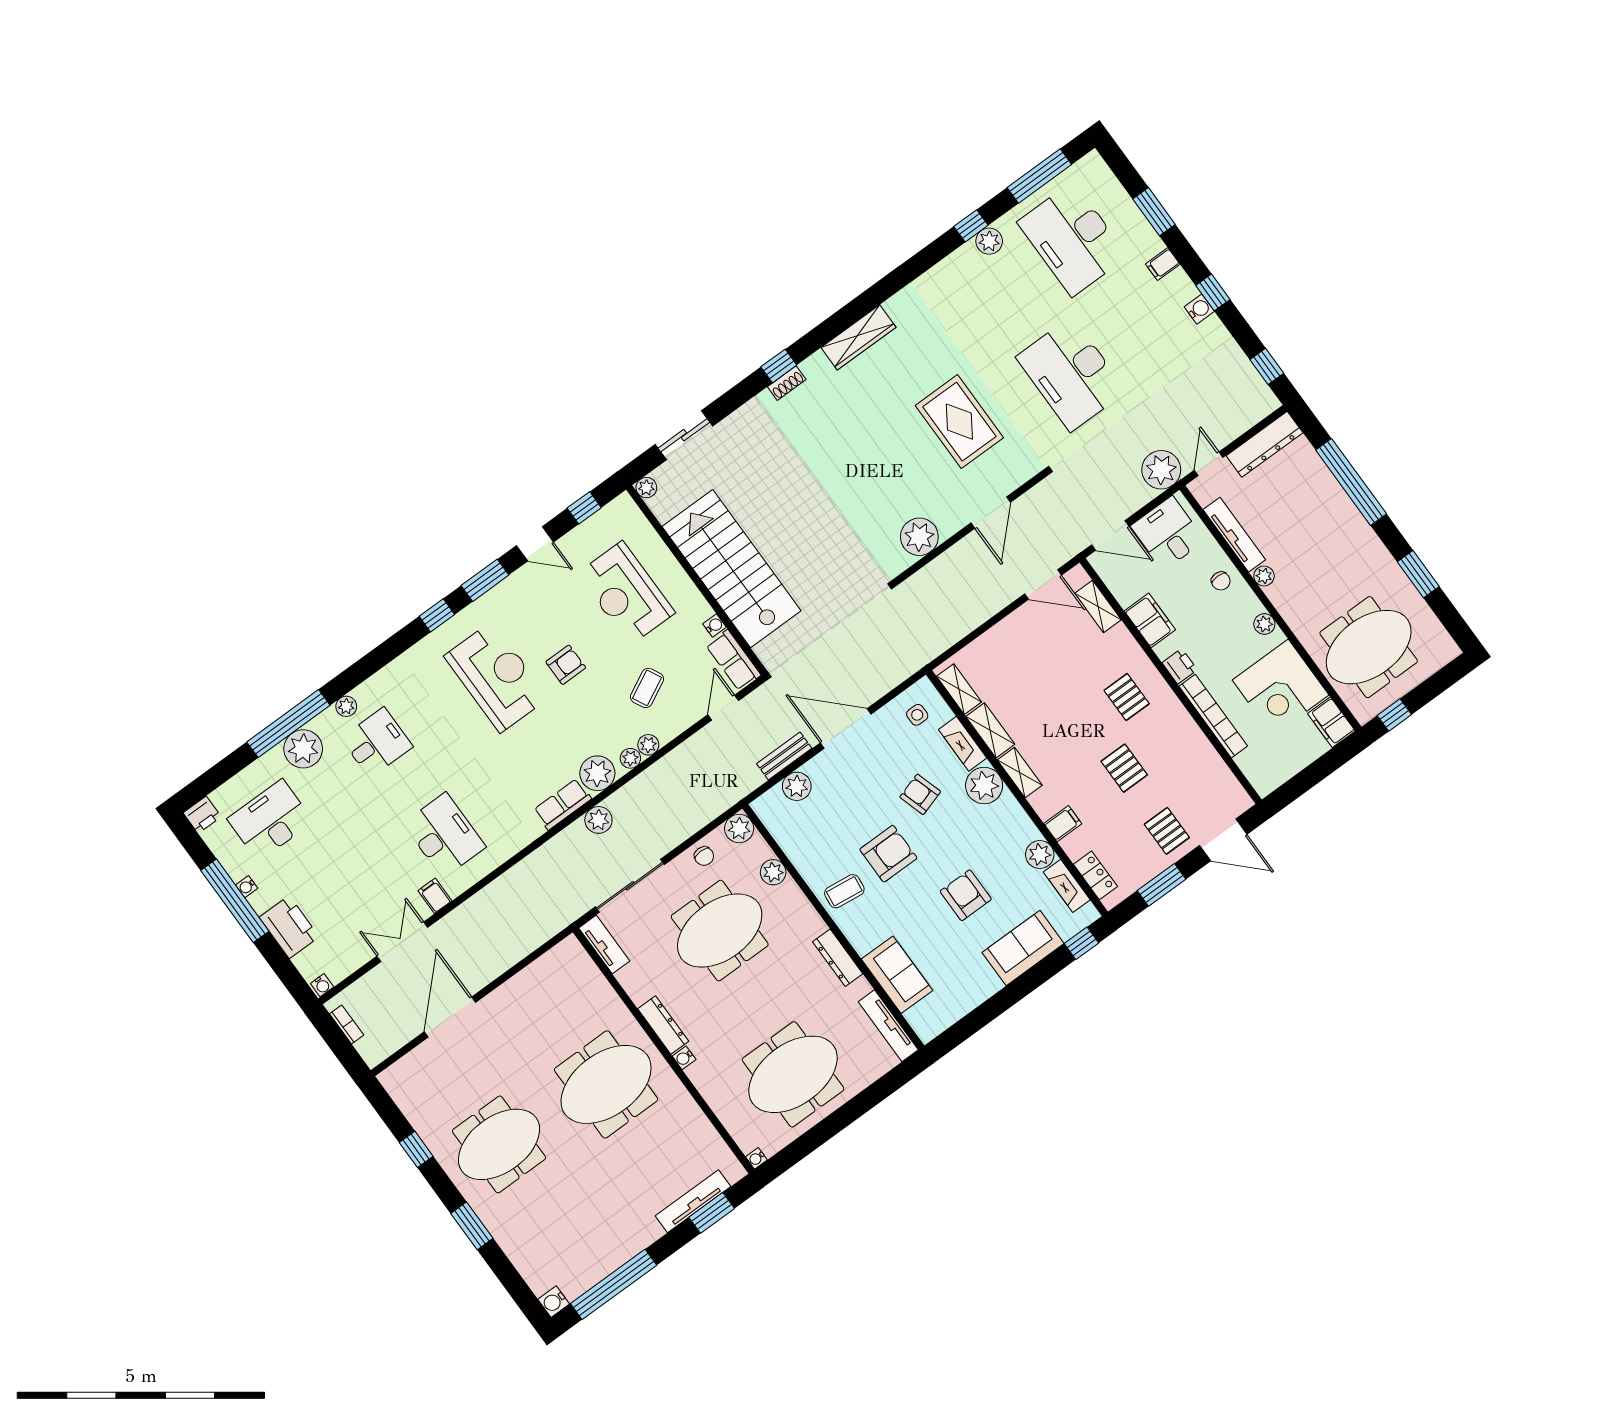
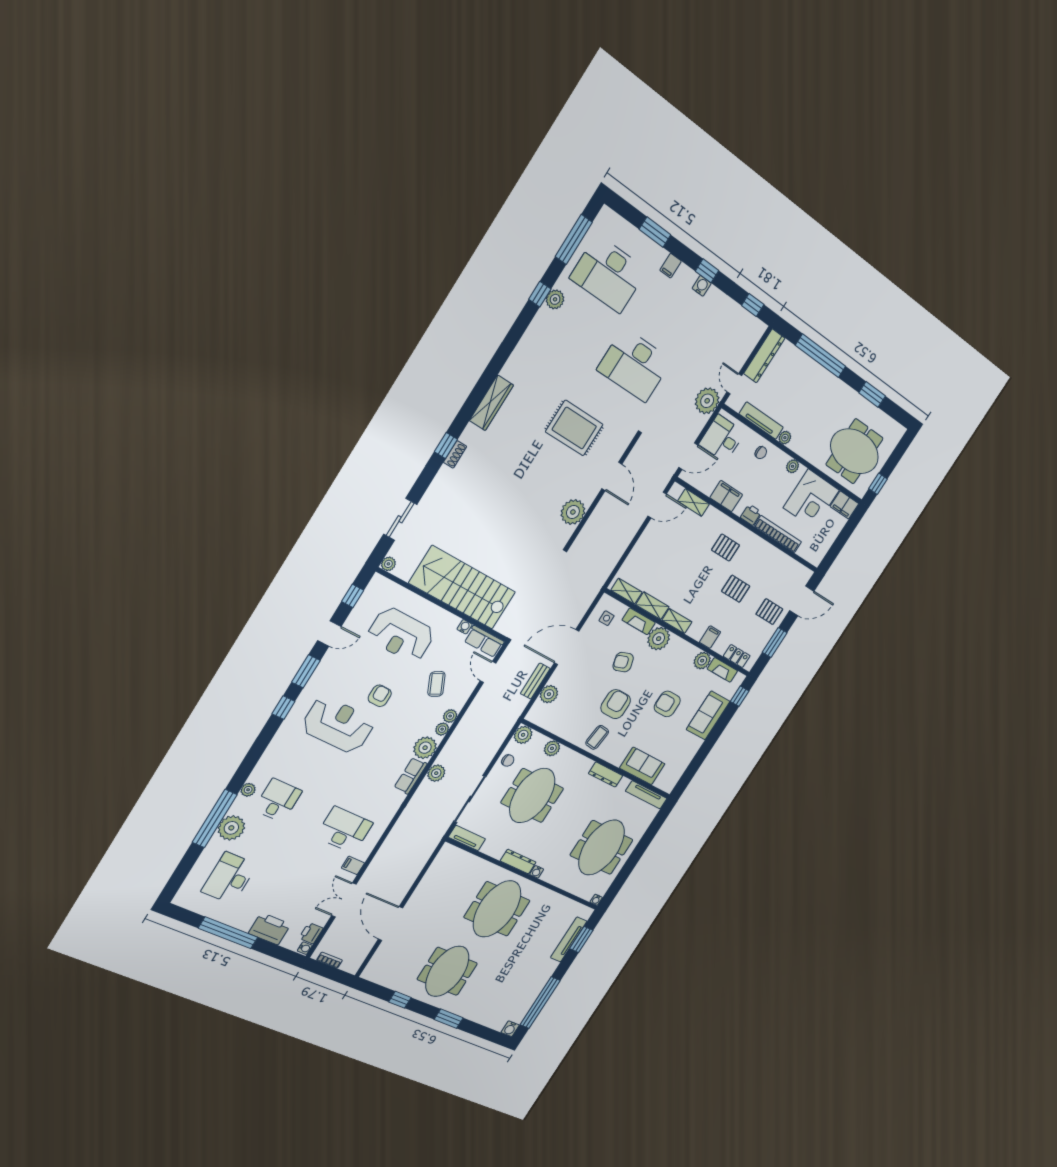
meeting table: (1369, 647) -> (855, 451), turned 90
printer: (202, 815) -> (311, 933), moved, turned 180
water cooler: (247, 887) -> (232, 921), removed

